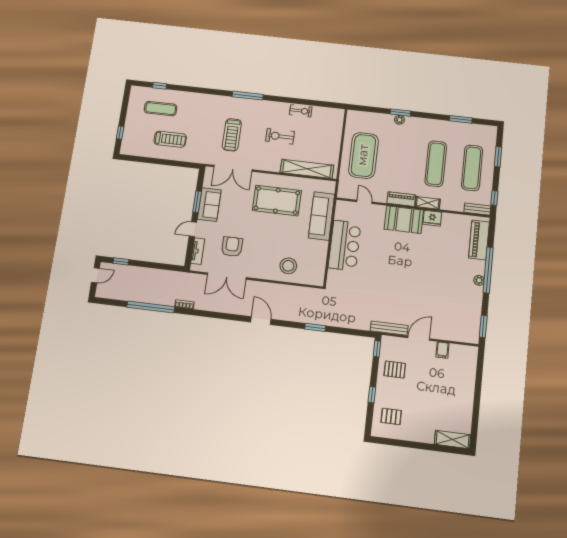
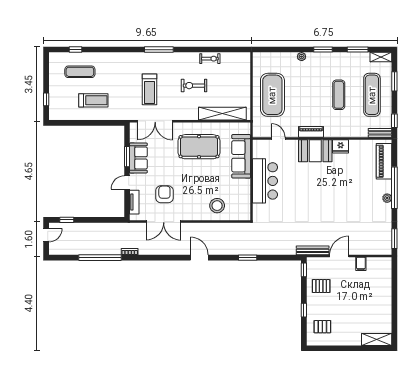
window: (400, 113) -> (323, 50), moved
exercise mat: (436, 164) -> (339, 95), width x0.73, depth x0.69
shelving: (428, 203) -> (381, 57), moved

